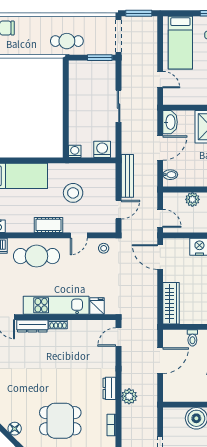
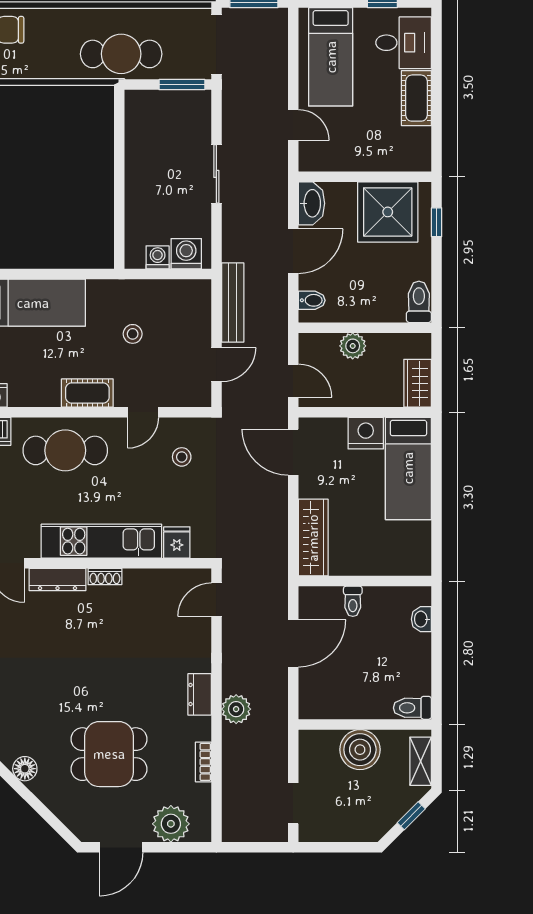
cafe table: (67, 41) -> (121, 54), width x1.37, depth x1.35
washing machine: (75, 151) -> (158, 257), moved
stool: (73, 193) -> (133, 334), width x0.53, depth x0.53
stool: (104, 248) -> (182, 457), moved

